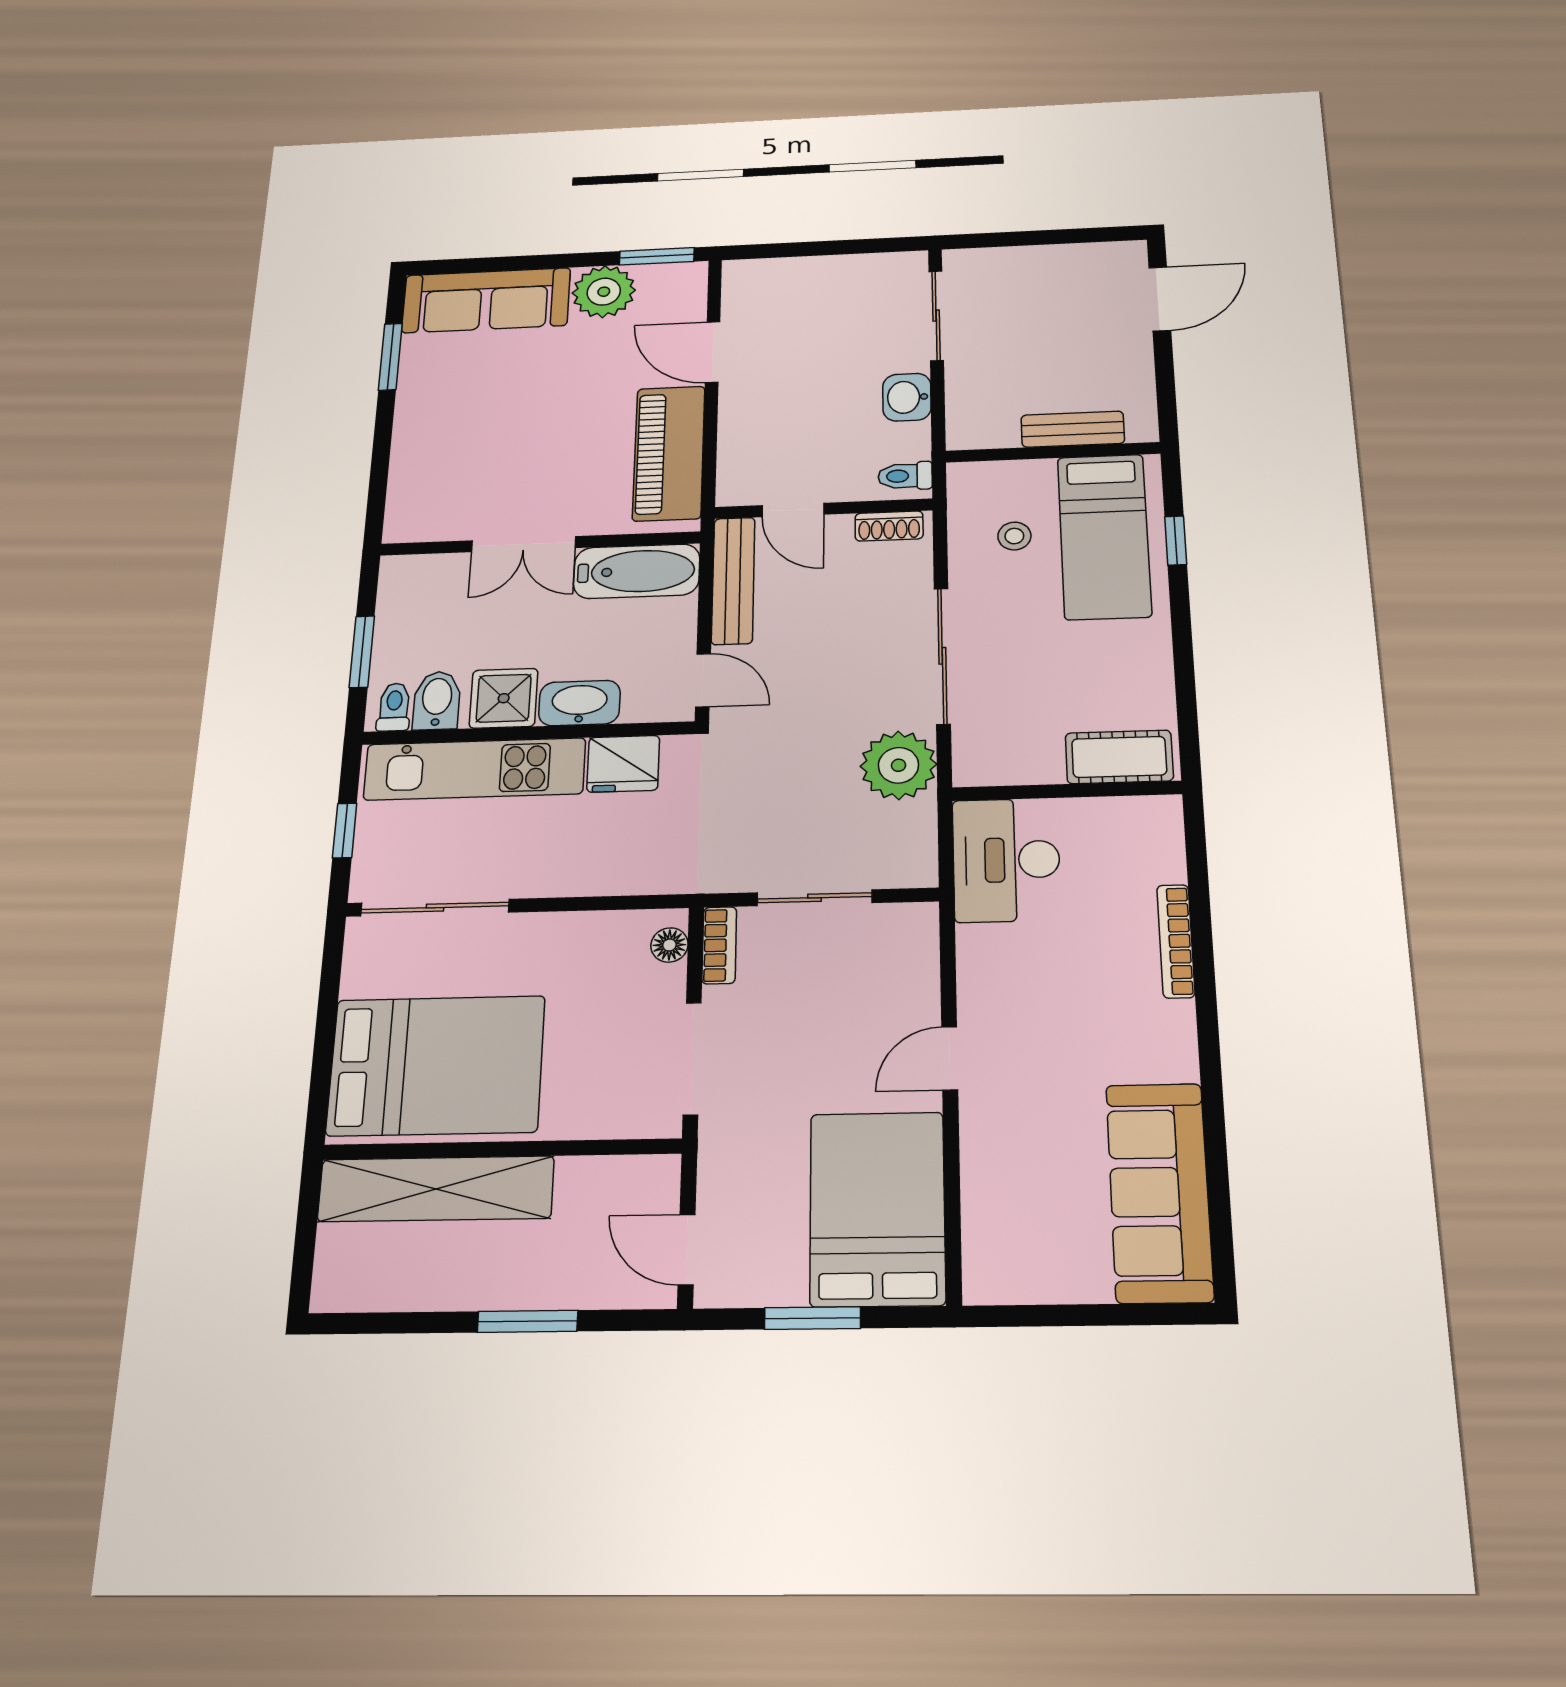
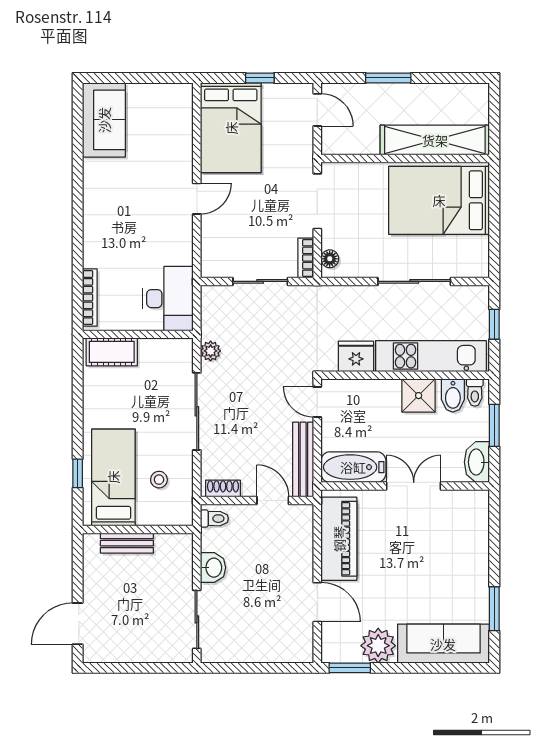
washbasin: (579, 703) -> (477, 462), moved, turned 90
plant: (898, 765) -> (211, 351), width x0.53, depth x0.53
sliding door: (435, 908) -> (414, 281), moved
bookcase: (1176, 941) -> (90, 298), moved
sofa: (1159, 1192) -> (104, 120), width x0.73
window: (812, 1318) -> (260, 78), width x0.67

